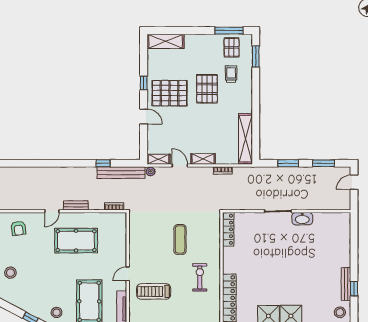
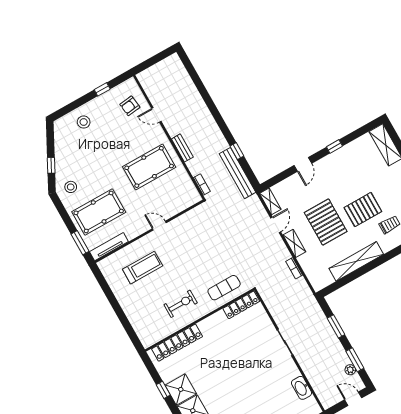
pallet: (170, 93) -> (326, 222), moved
shelving: (245, 139) -> (356, 261), moved
plant: (151, 171) -> (350, 370), moved
door: (52, 211) -> (156, 115), moved
washbasin: (302, 219) -> (301, 388), moved
exercise mat: (180, 239) -> (224, 288), moved
pool table: (76, 241) -> (149, 167), turned 90
door: (128, 274) -> (159, 226), moved
treadmill: (154, 291) -> (143, 268), turned 90

